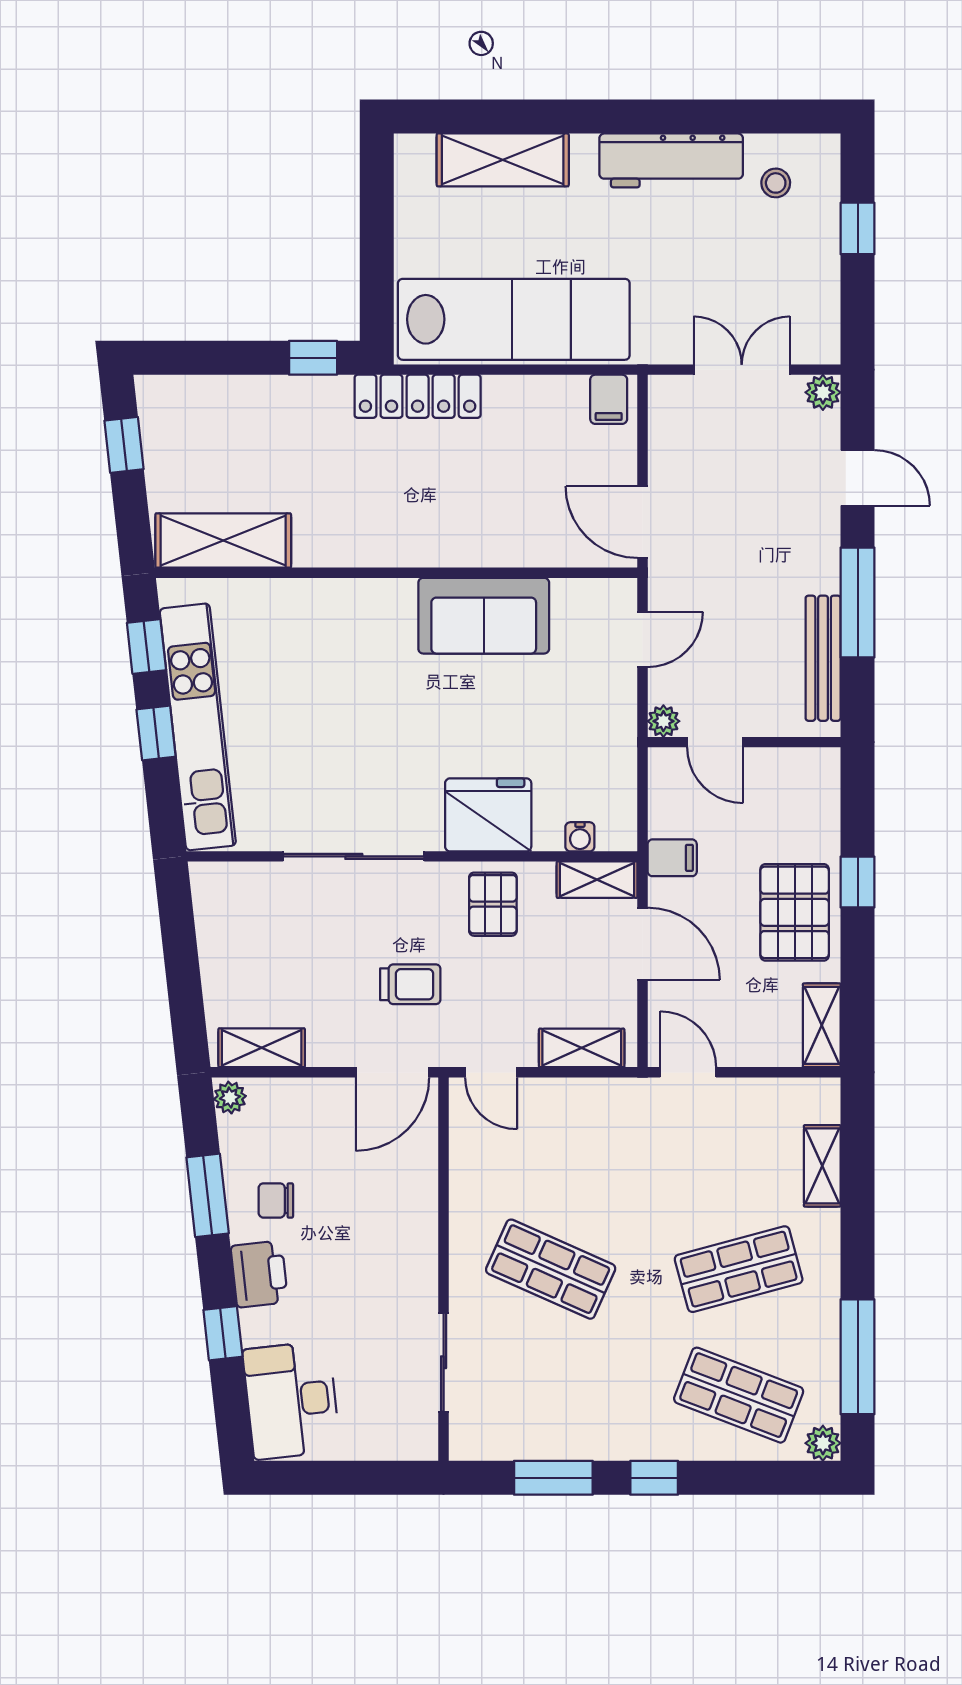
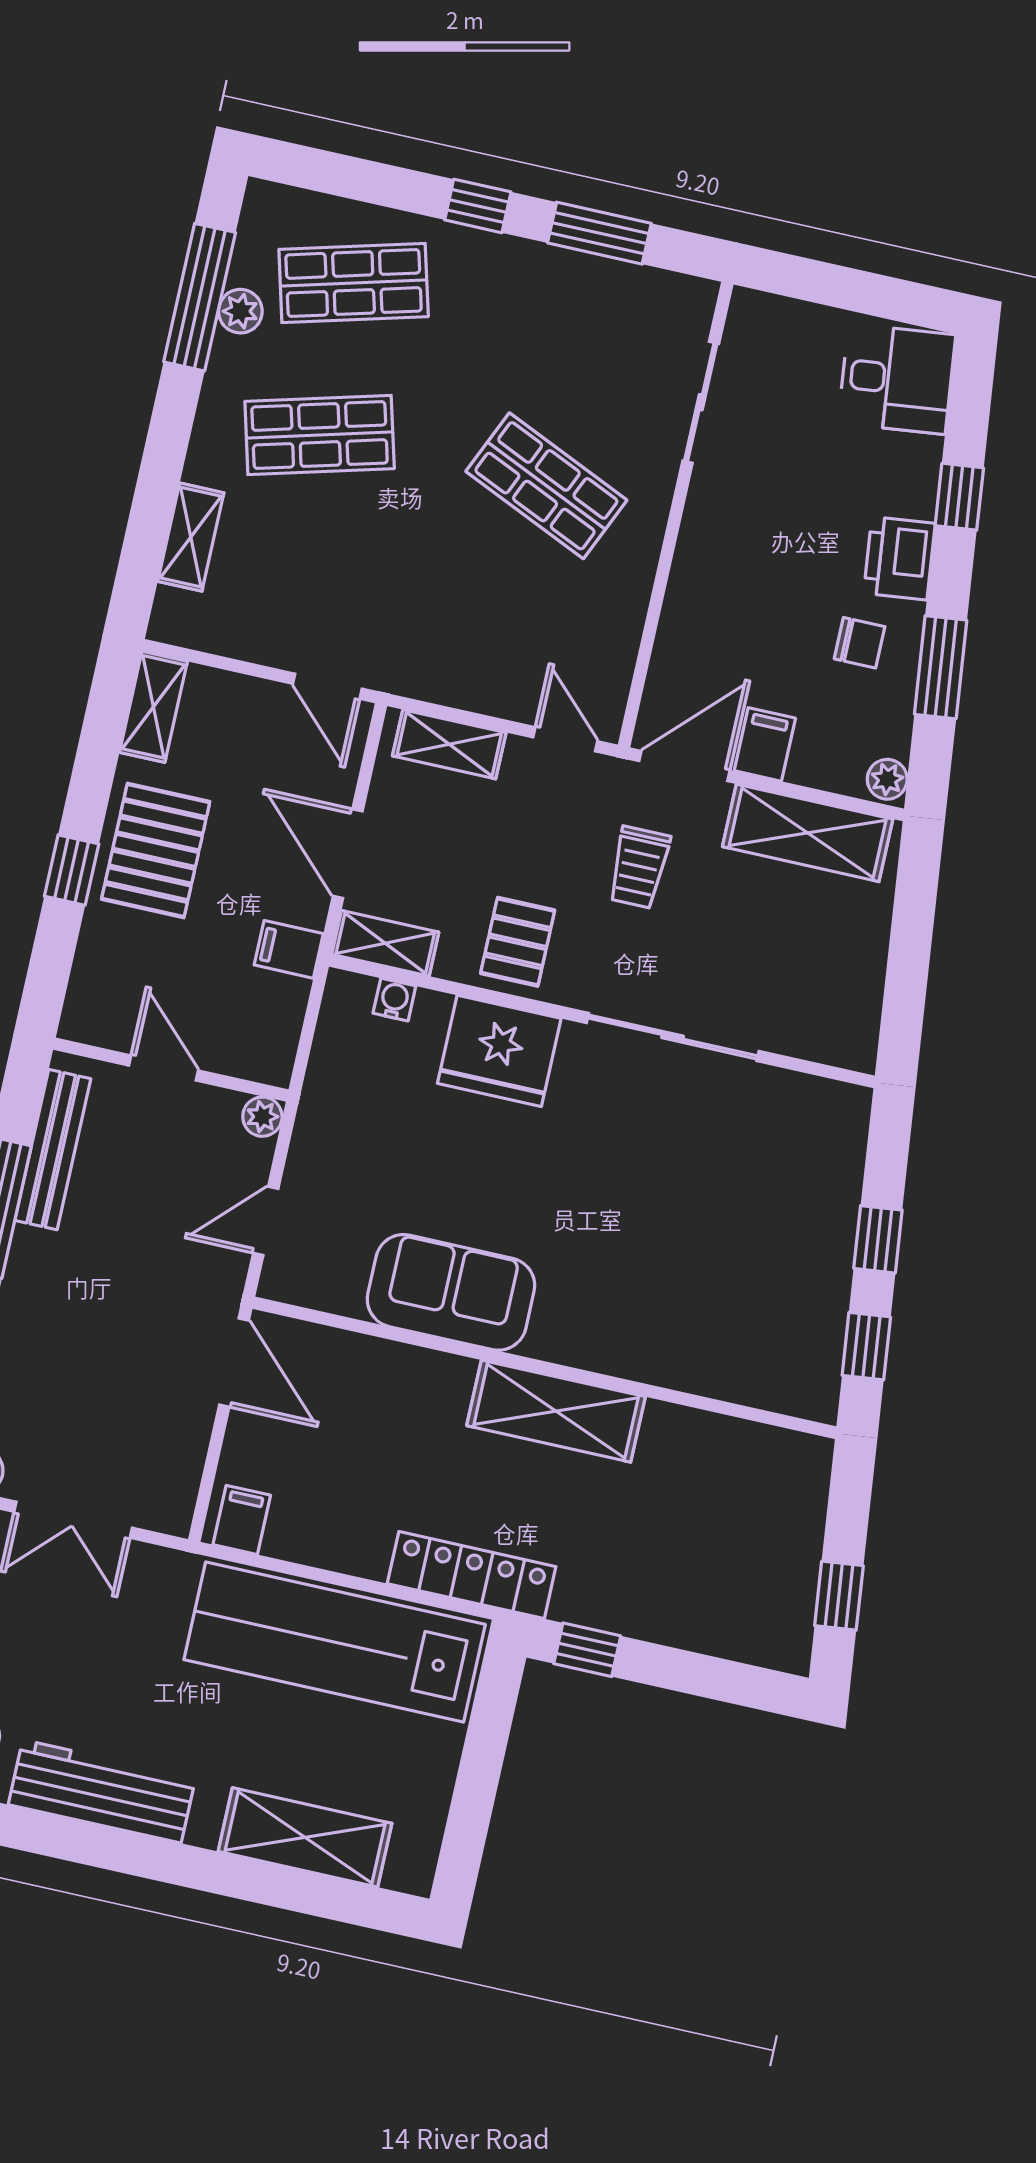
shelving: (223, 541) -> (556, 1411), moved
kitchen unit: (198, 727) -> (826, 1235), removed
door: (715, 742) -> (163, 1068), moved
trolley: (410, 984) -> (639, 867), turned -90
shelving: (262, 1048) -> (808, 833), width x1.50, depth x1.33
filing cabinet: (333, 1104) -> (765, 744), added
shop shelf: (739, 1395) -> (354, 283), turned -36
desk: (291, 1400) -> (897, 379), width x0.73
plant: (823, 1443) -> (240, 311), moved

